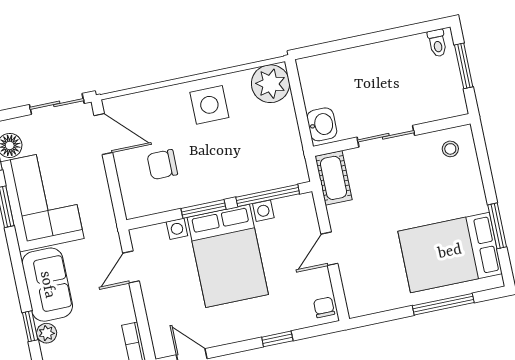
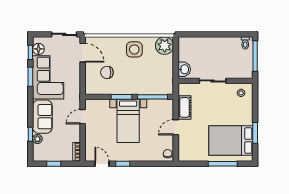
window: (464, 66) -> (255, 56), width x1.44
cot: (334, 178) -> (184, 107), moved
bed with nightstands: (228, 256) -> (128, 121), width x0.73
window: (277, 339) -> (123, 164), moved

